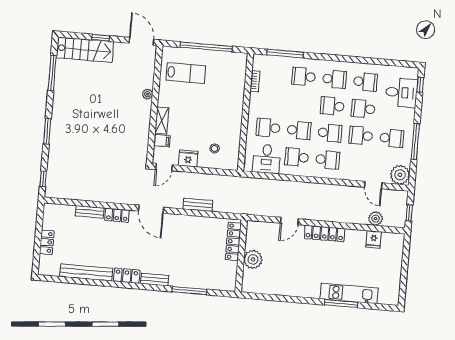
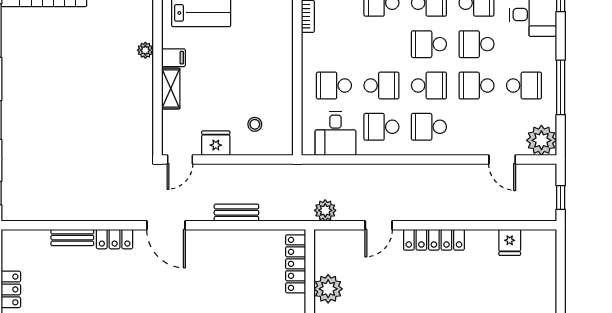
filing cabinet: (162, 141) -> (173, 58), moved
school desk: (328, 160) -> (429, 127), turned 180
plant: (376, 219) -> (325, 210), moved

